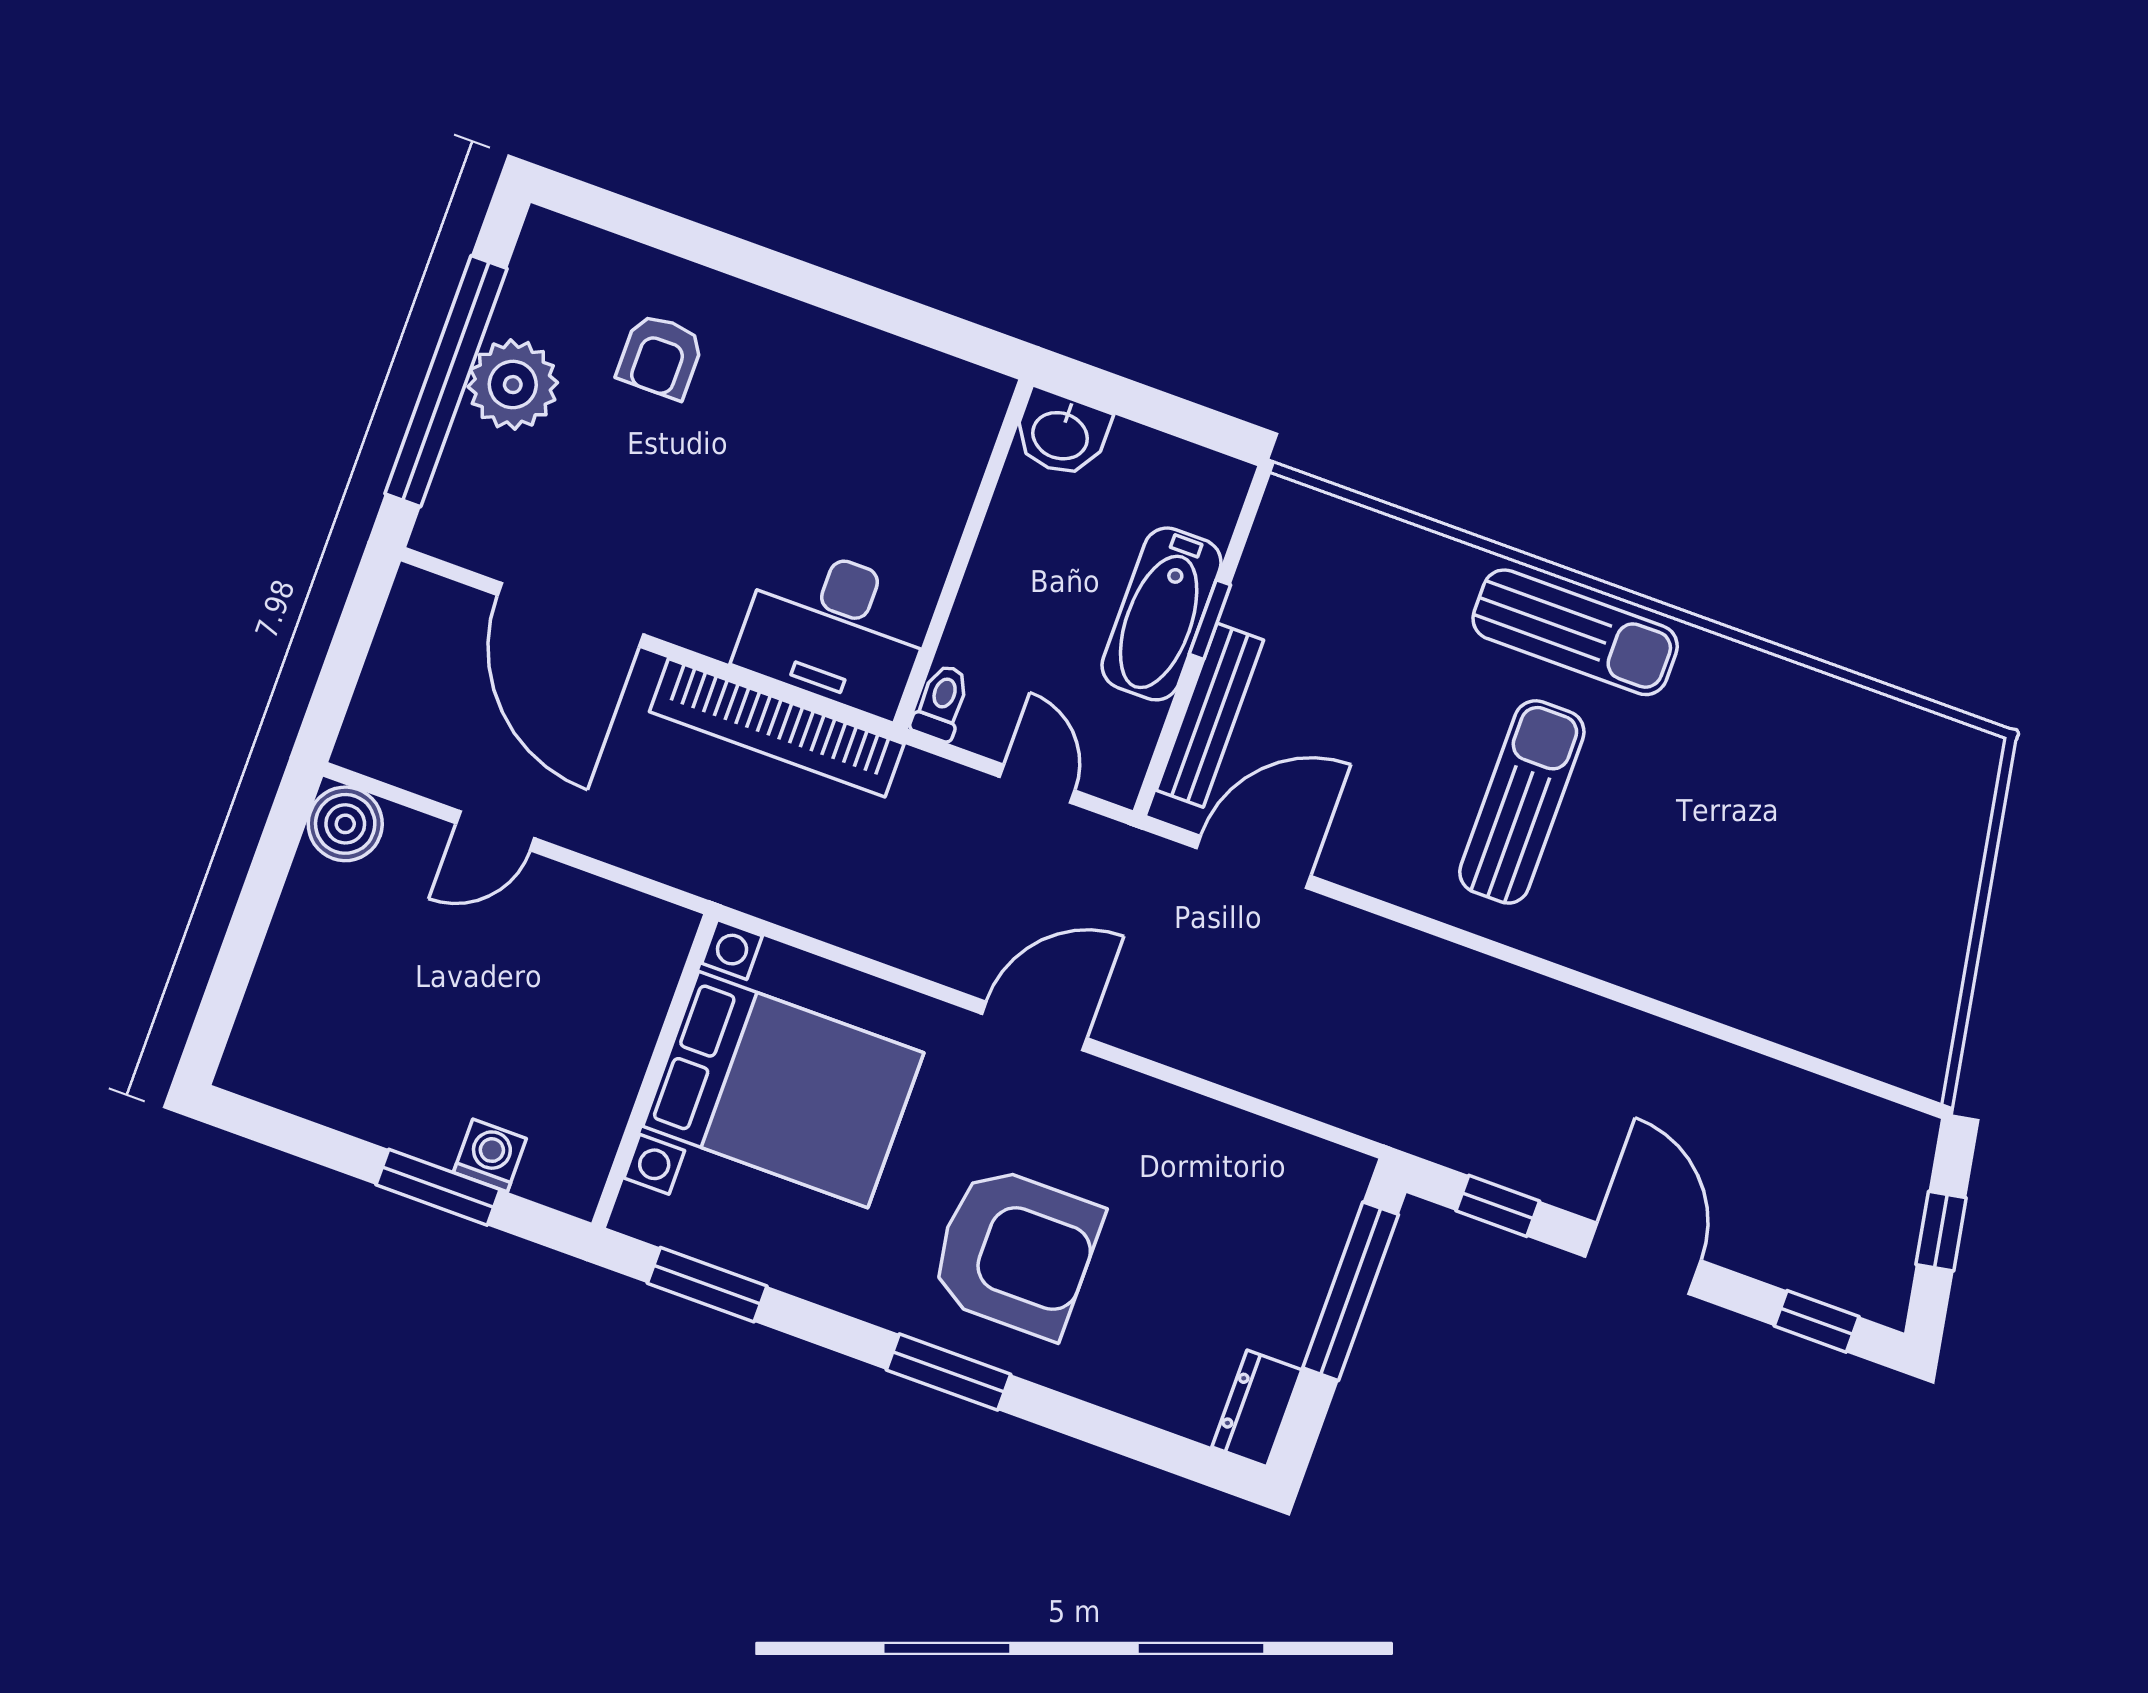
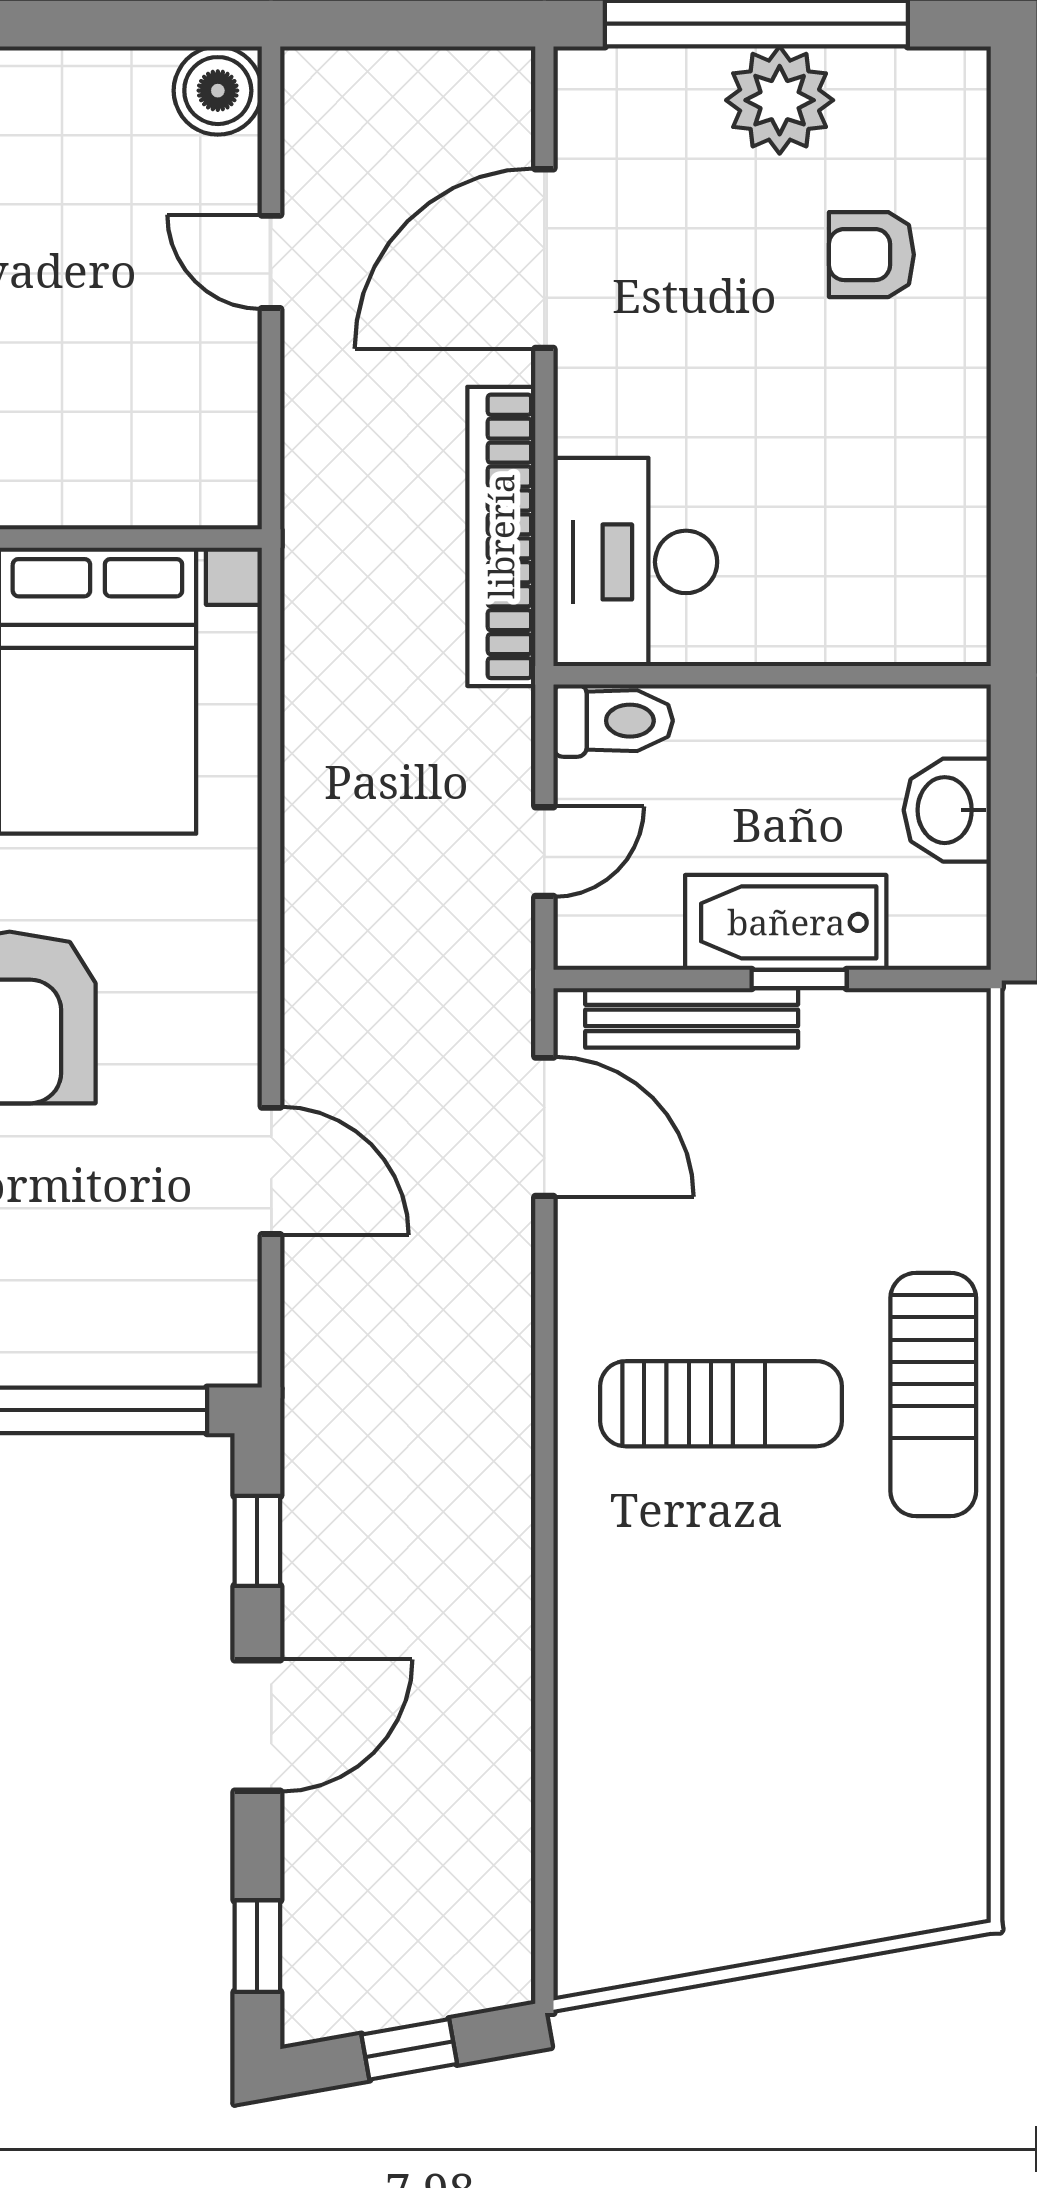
washbasin: (1061, 434) -> (947, 810), moved
toilet: (941, 702) -> (613, 721), width x1.37, depth x1.39
door: (1034, 1026) -> (271, 1171), moved

